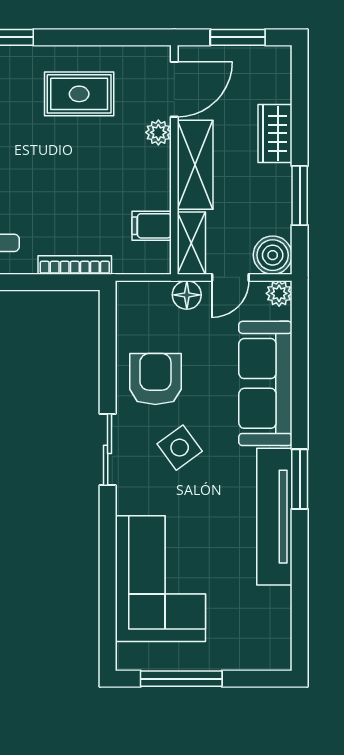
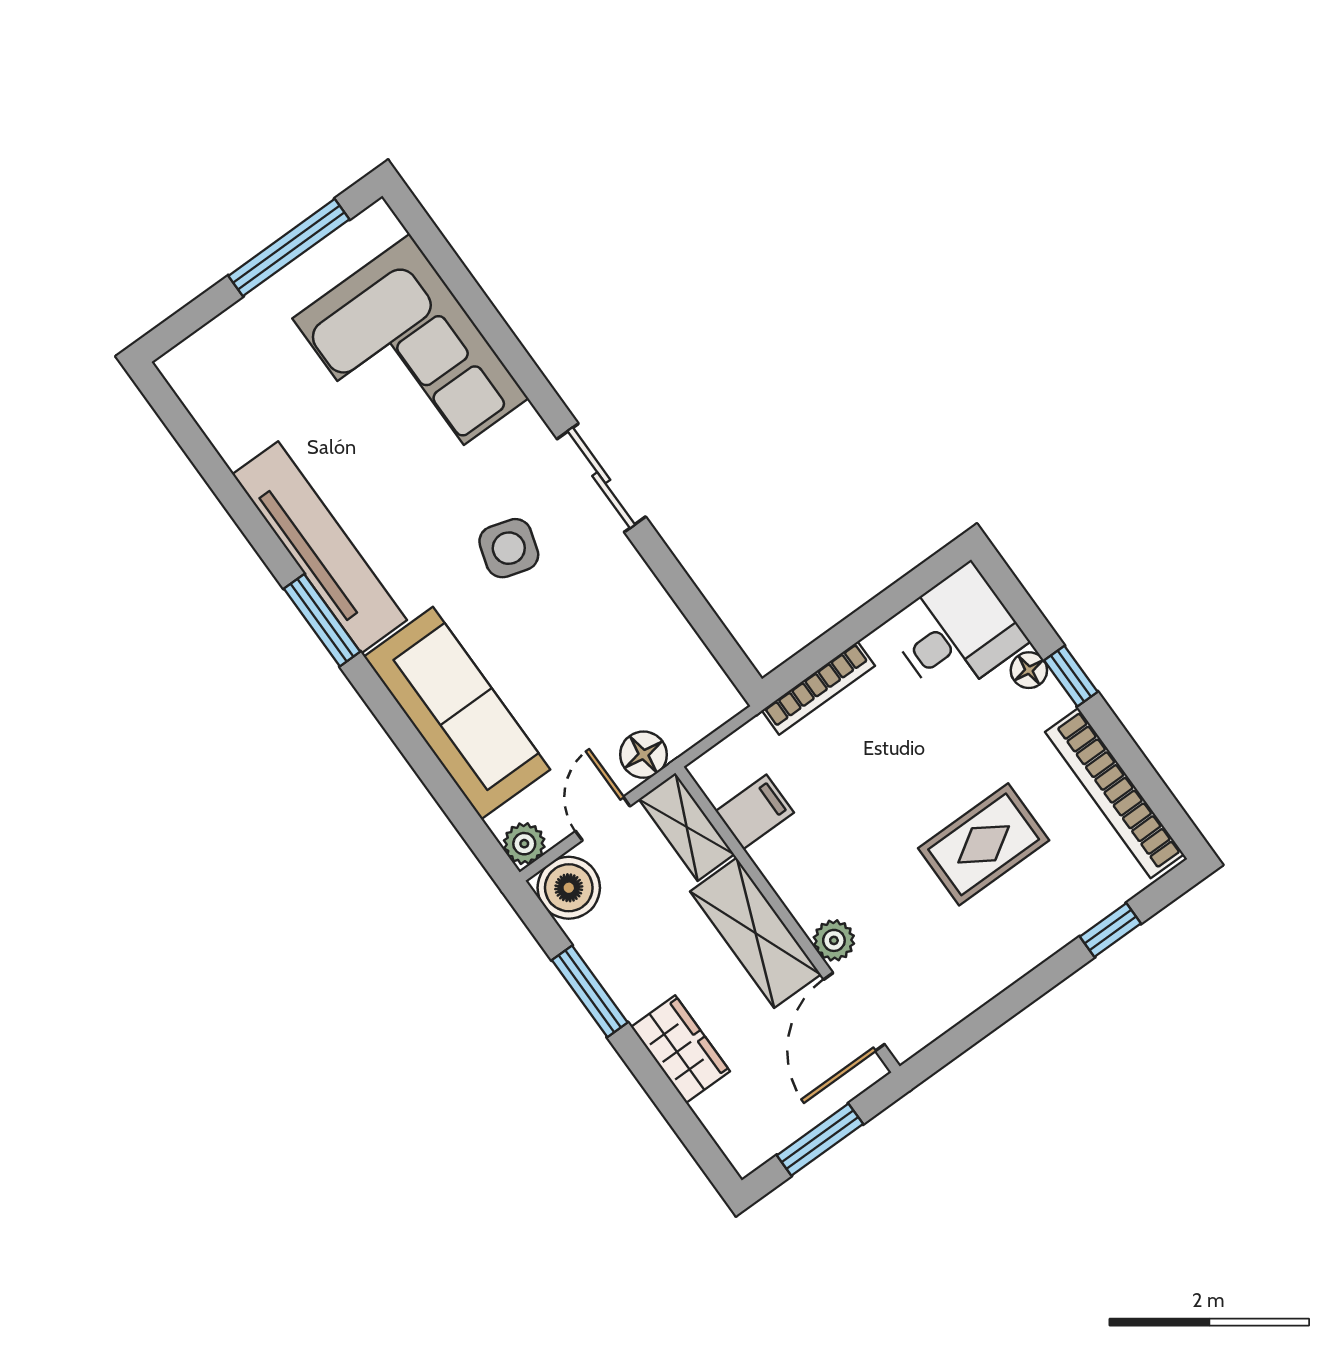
rug: (79, 94) -> (984, 844), moved
armchair: (155, 379) -> (605, 615), removed
side table: (180, 448) -> (509, 548), turned -37

